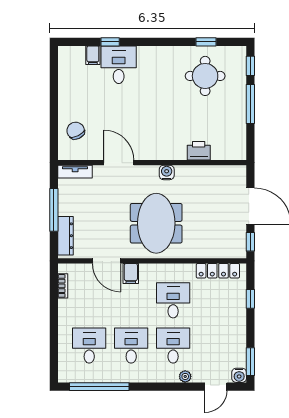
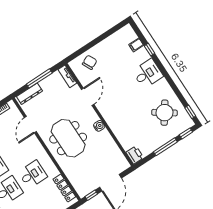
window: (206, 42) -> (190, 112), moved
desk: (119, 65) -> (148, 74), moved
round table: (205, 76) -> (165, 113), turned 35
printer: (199, 151) -> (135, 155), moved
meeting table: (156, 223) -> (68, 138), turned 90
filing cabinet: (131, 273) -> (32, 142), removed

